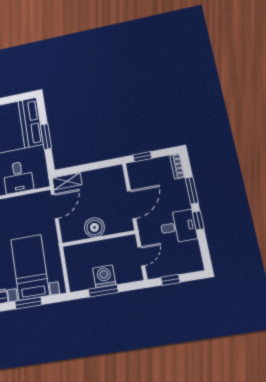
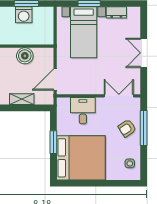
shelving: (67, 181) -> (22, 99), moved

